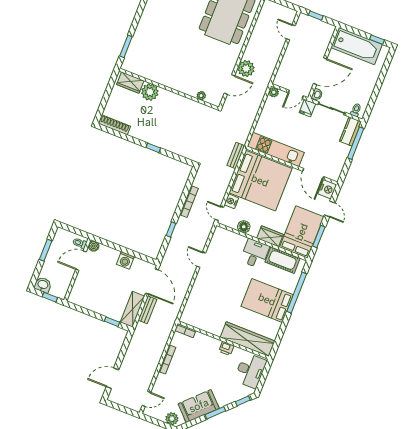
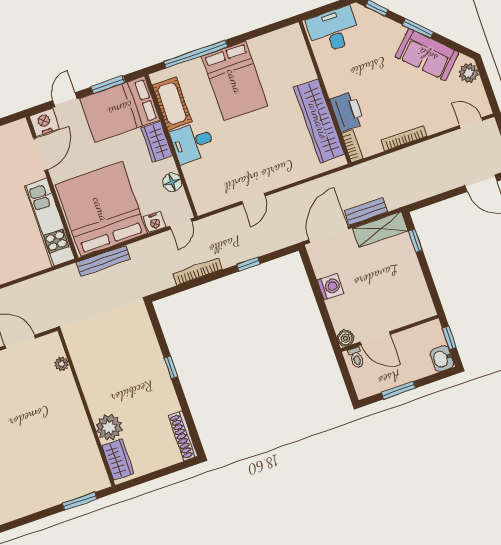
bench: (236, 155) -> (103, 261), width x1.36
wardrobe: (248, 339) -> (319, 121), moved
printer: (226, 348) -> (347, 112), moved, width x1.87, depth x1.48

